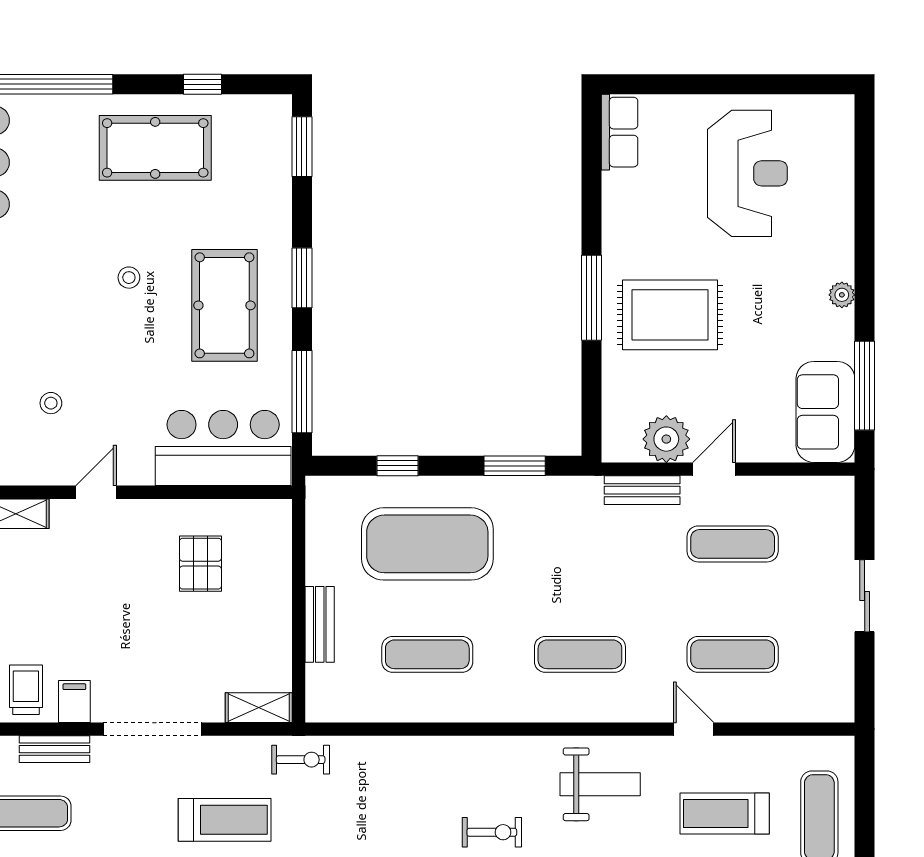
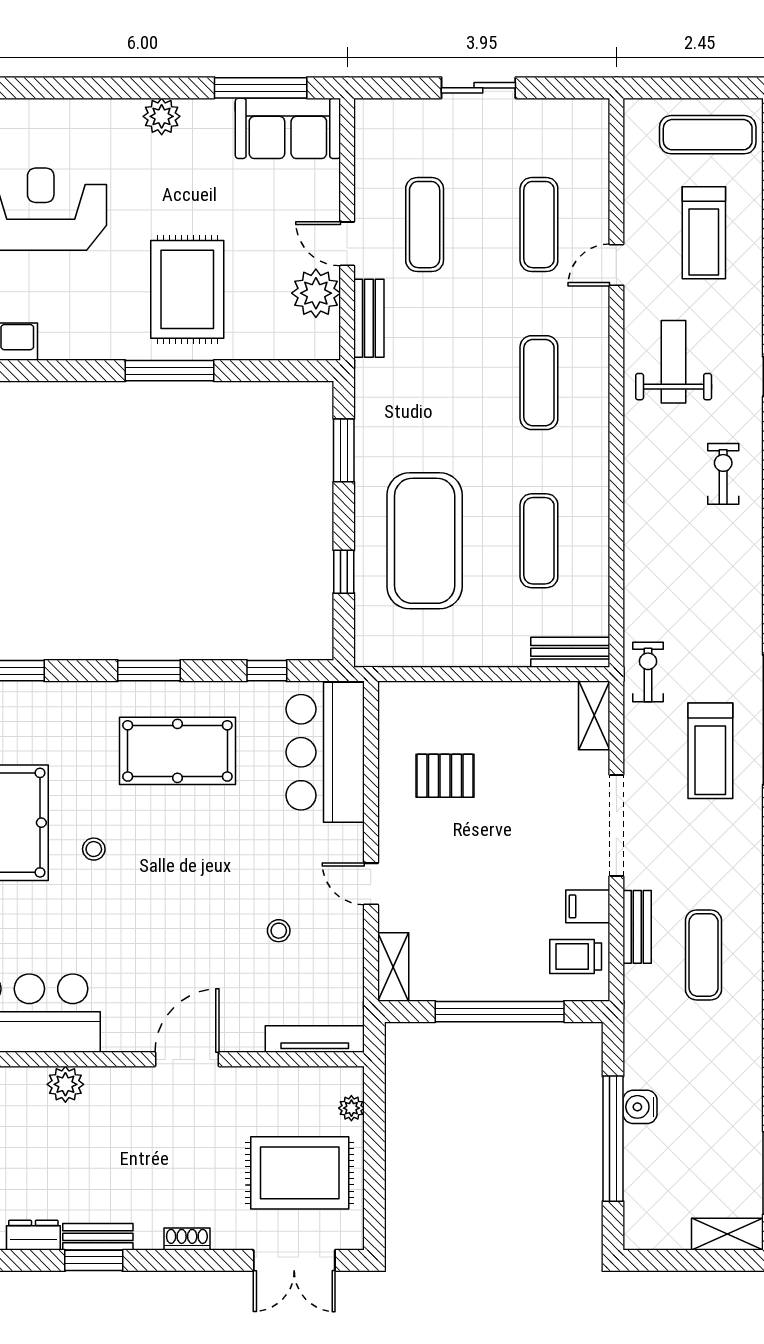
stool: (129, 278) -> (94, 849), moved
plant: (842, 295) -> (162, 116), width x1.38, depth x1.38
window: (302, 392) -> (267, 671), width x0.46
bench: (320, 624) -> (570, 652), moved
treadmill: (225, 820) -> (710, 751), turned 180

